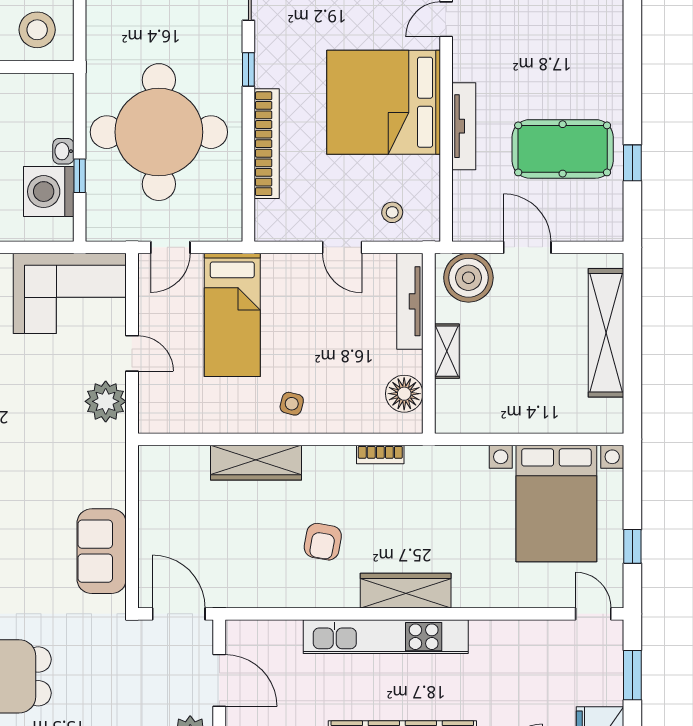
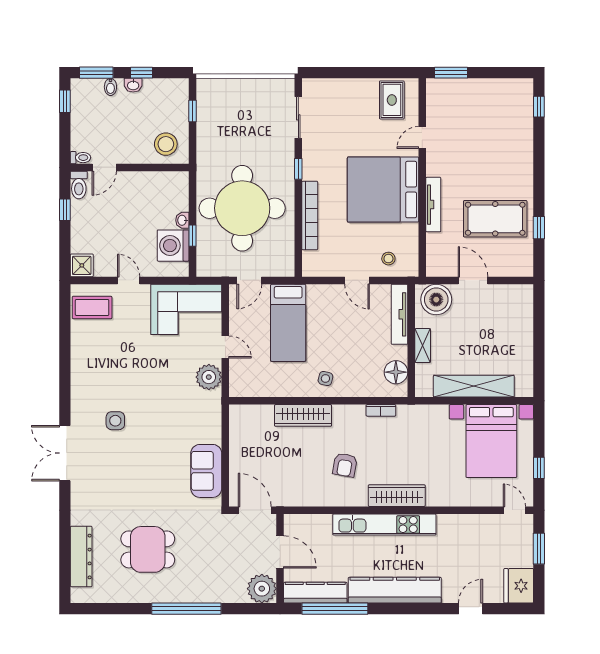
shelving: (606, 333) -> (474, 386), moved, turned 90

